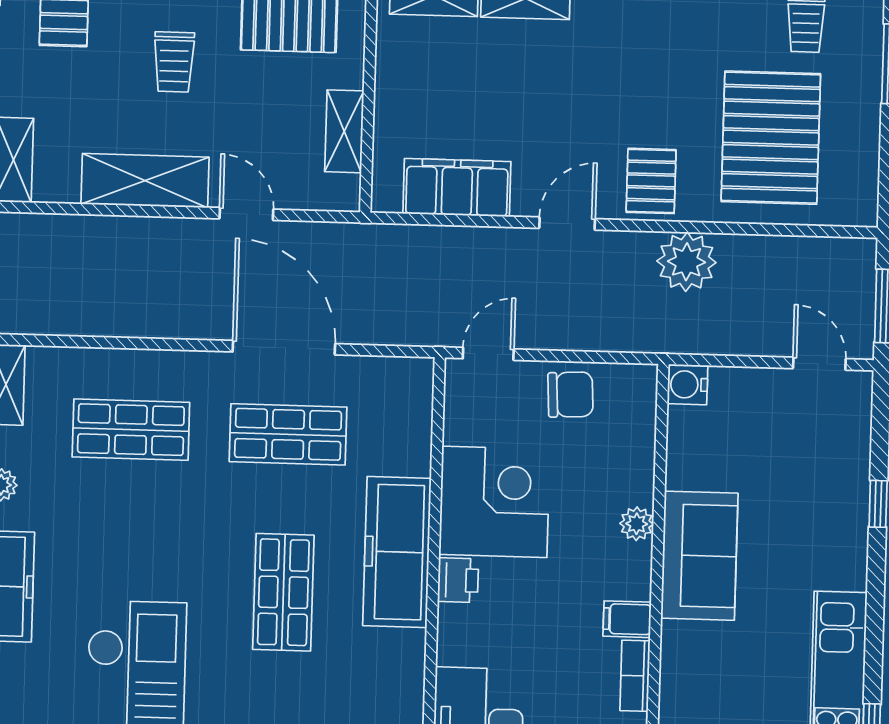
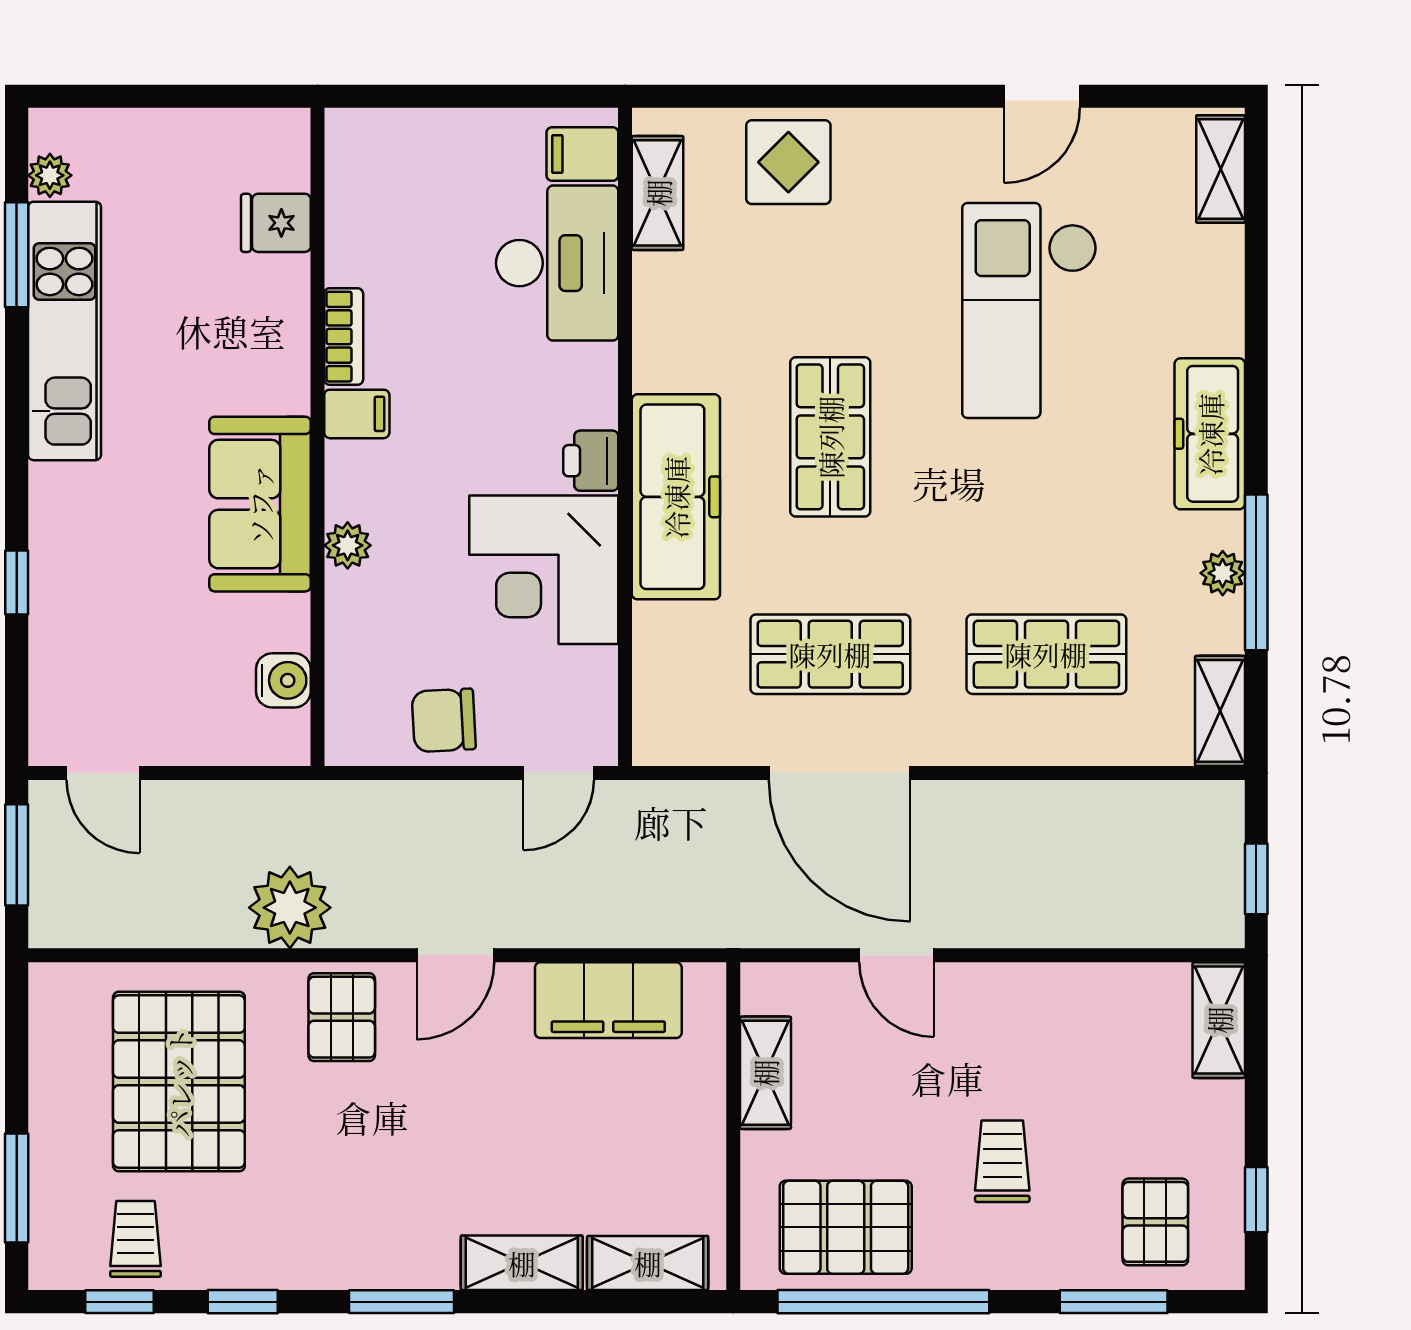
shelving: (145, 181) -> (1037, 997), removed
water cooler: (688, 384) -> (283, 680), moved

